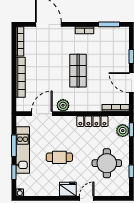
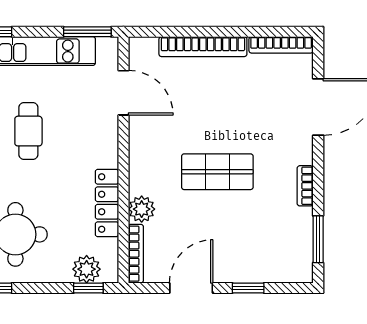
plant: (63, 105) -> (142, 209), moved
window: (14, 146) -> (87, 32), moved

